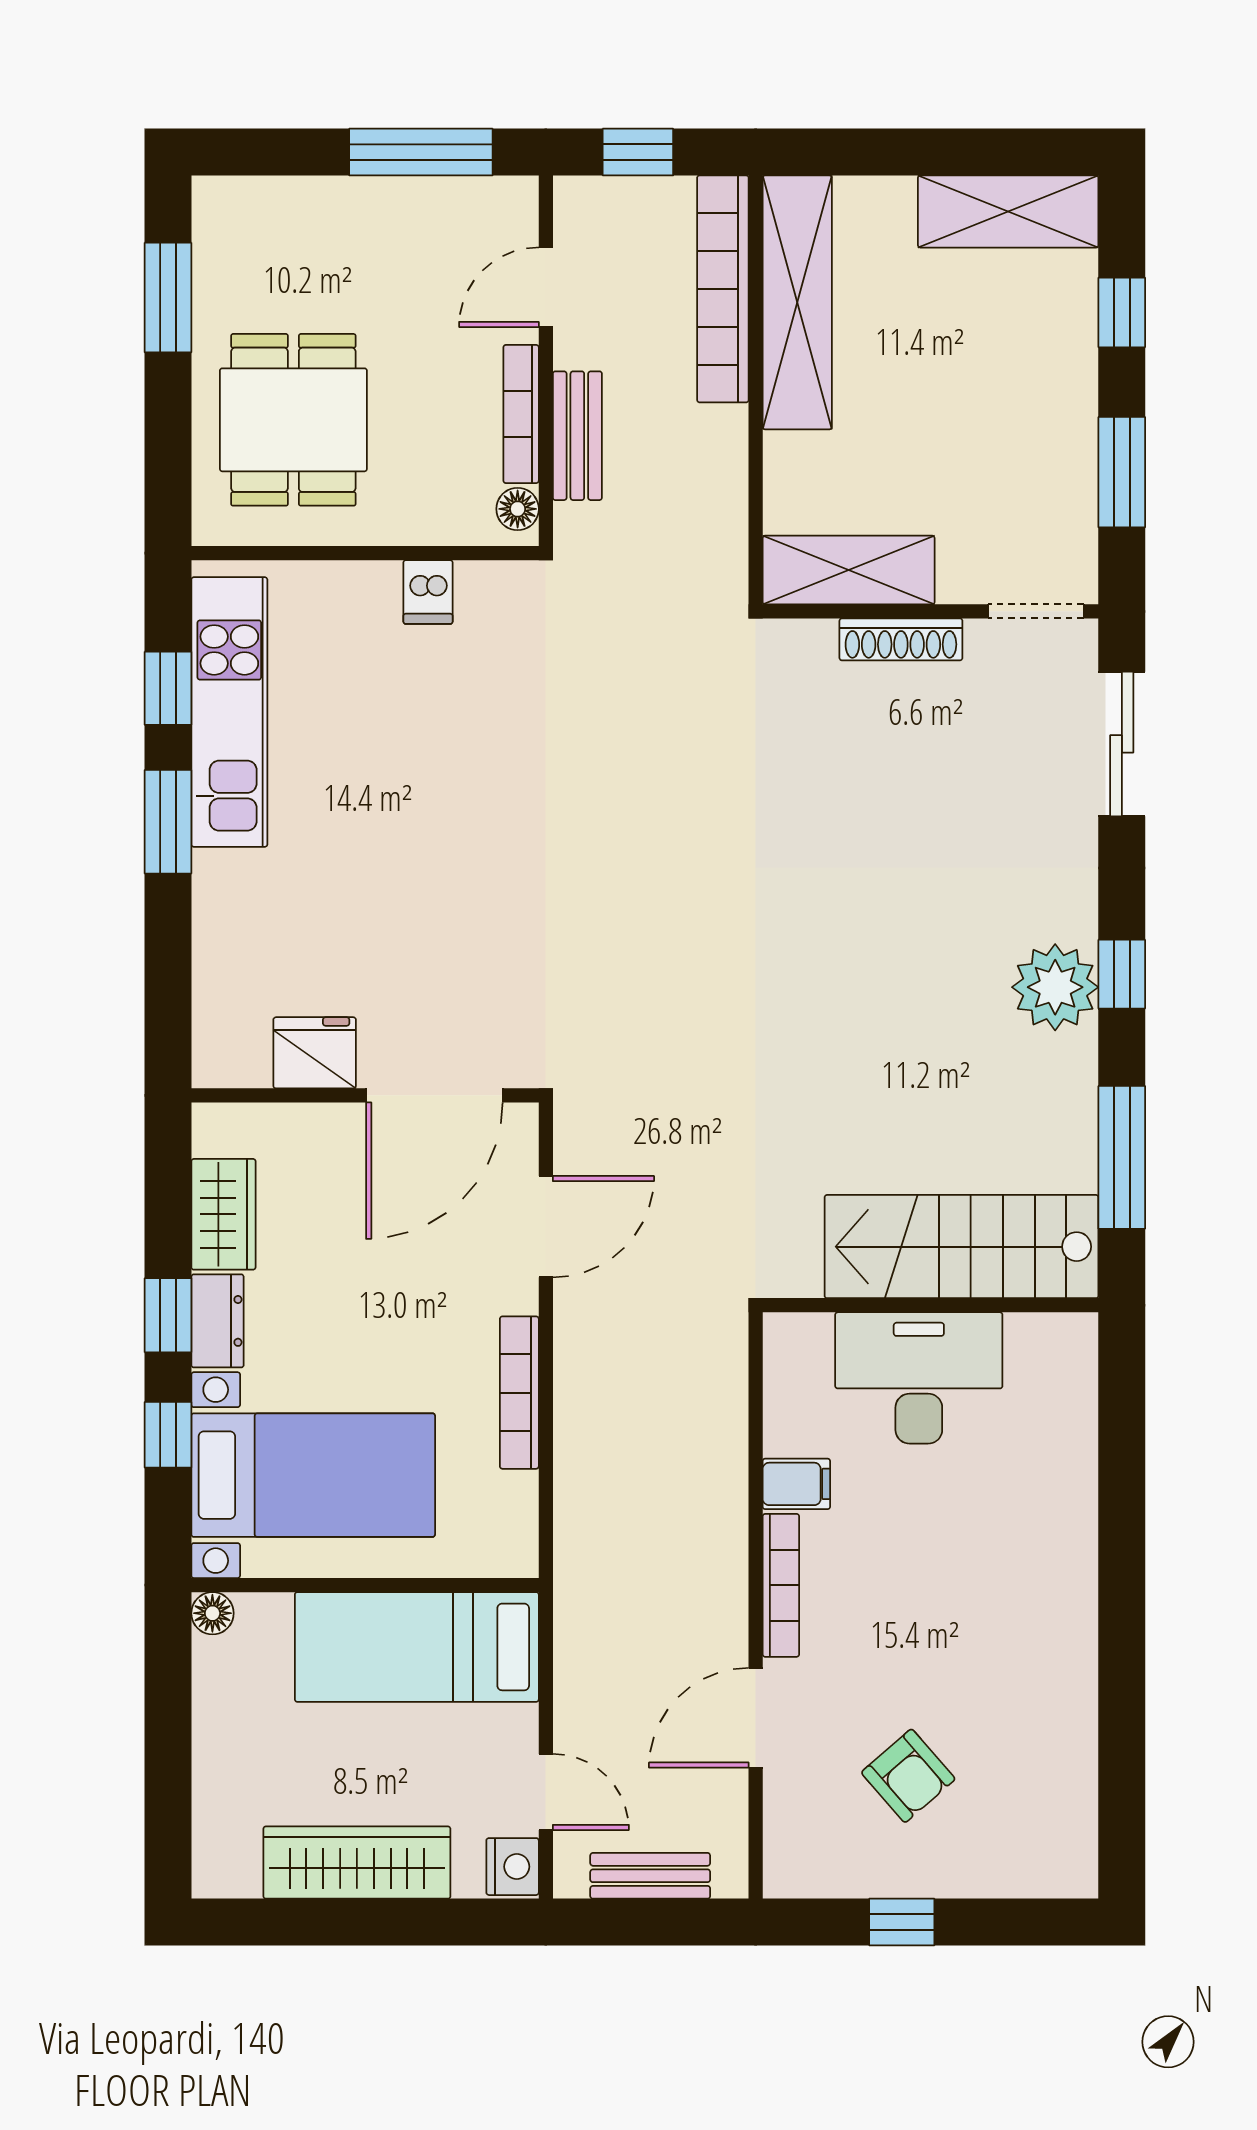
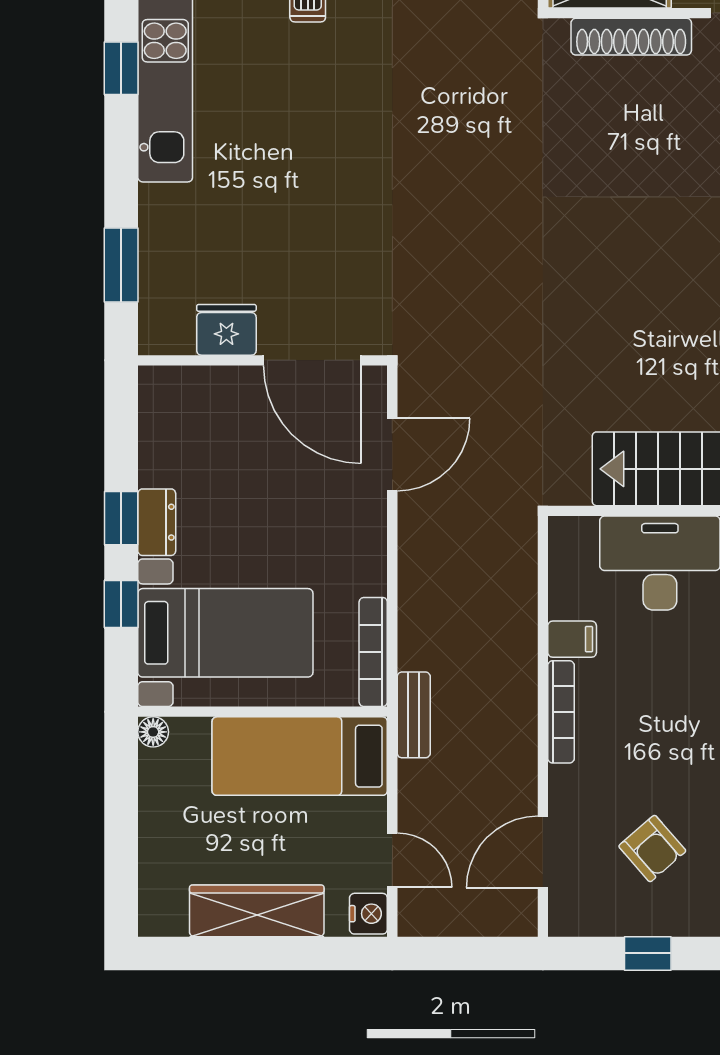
shoe rack: (901, 639) -> (631, 37), width x1.36, depth x1.24
window: (168, 822) -> (121, 265), moved
door: (434, 1095) -> (312, 360), hinge flipped
wardrobe: (223, 1214) -> (161, 446), removed
bookcase: (519, 1393) -> (373, 652), moved
door: (756, 1718) -> (543, 852), moved
bench: (650, 1876) -> (414, 715), moved, turned 90

